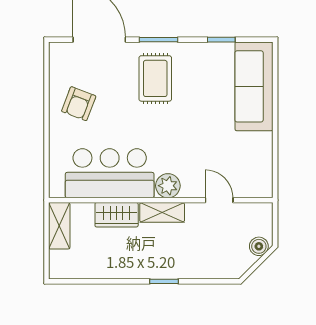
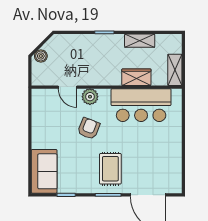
sofa: (254, 86) -> (44, 171), width x0.73
armchair: (79, 104) -> (89, 128), moved
plant: (168, 186) -> (90, 97), moved
shelving: (162, 212) -> (140, 41), moved

